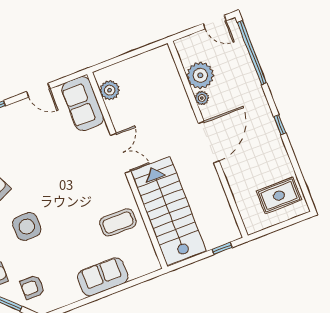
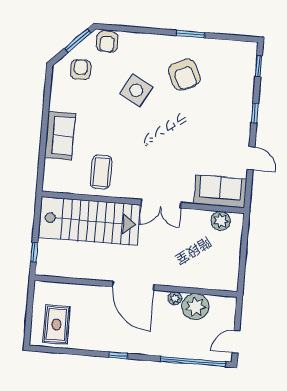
door: (38, 90) -> (251, 158), swing flipped
side table: (27, 226) -> (136, 90), turned 30

